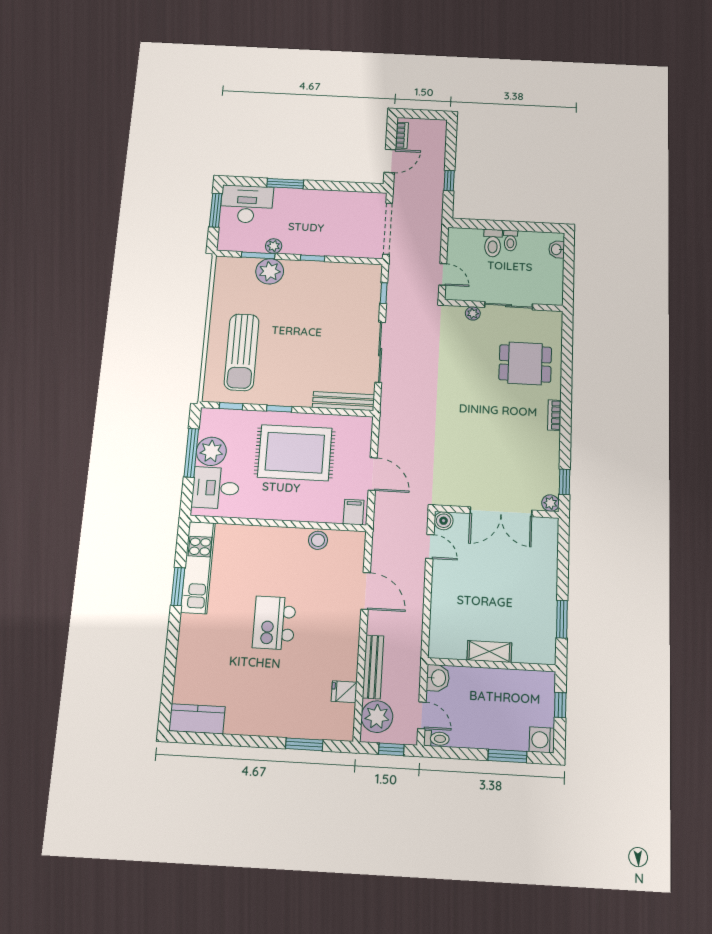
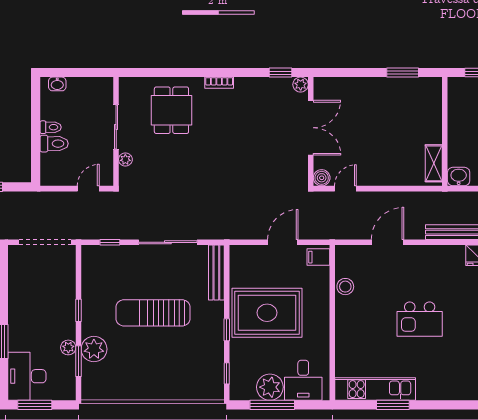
sun lounger: (242, 352) -> (153, 313), moved, turned 180
rug: (295, 453) -> (267, 313), turned 90
shelving: (489, 651) -> (434, 163), moved

